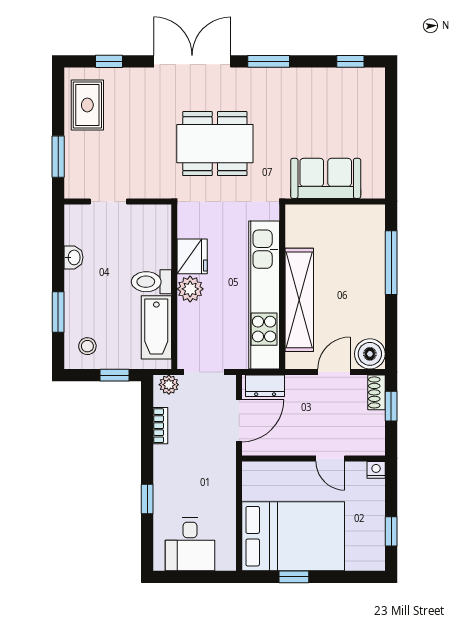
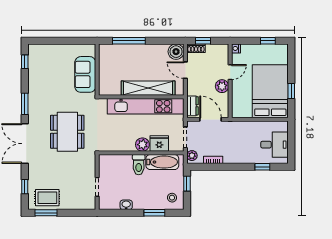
window: (58, 157) -> (46, 213), moved
fridge: (192, 256) -> (159, 144), moved
plant: (303, 443) -> (222, 86), added
window: (147, 499) -> (262, 167), moved

